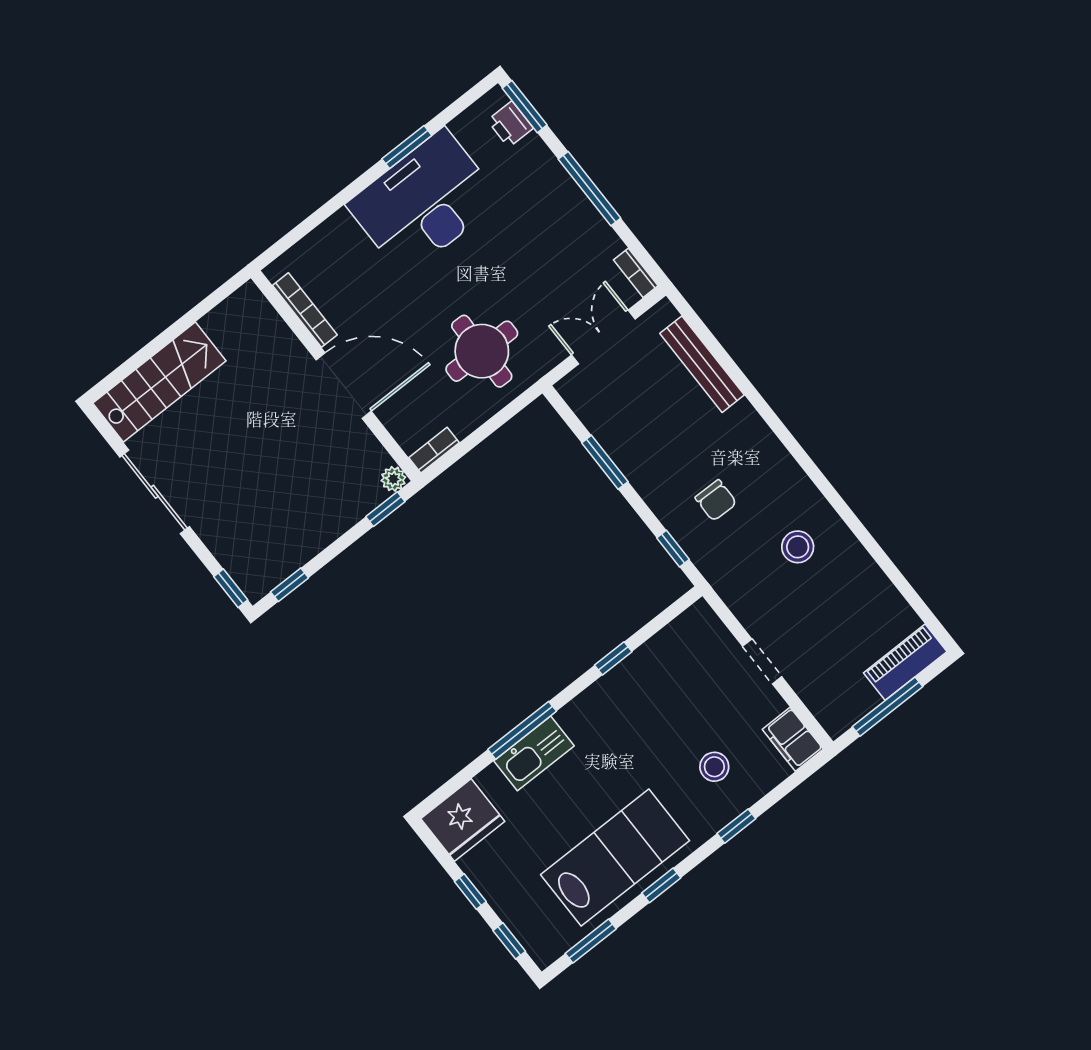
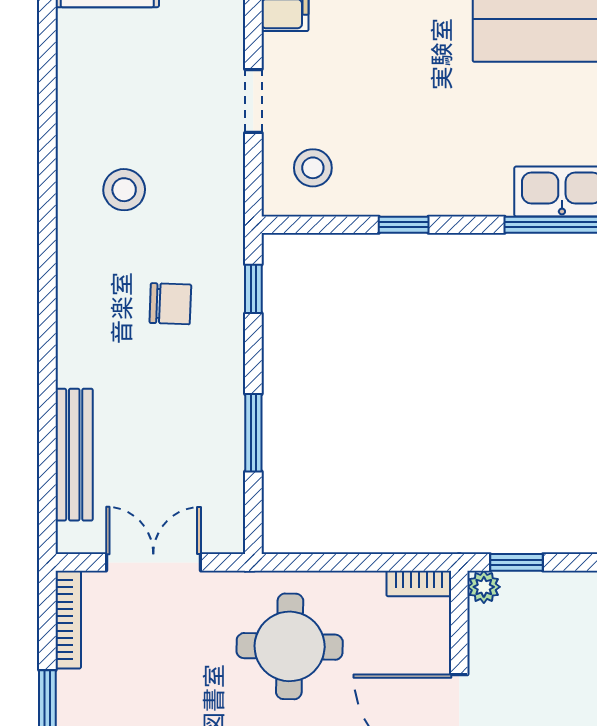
bookcase: (636, 273) -> (68, 620), width x1.56
double door: (603, 337) -> (153, 562), swing flipped
chair: (716, 500) -> (170, 304), turned 91
stool: (714, 767) -> (313, 168), moved

